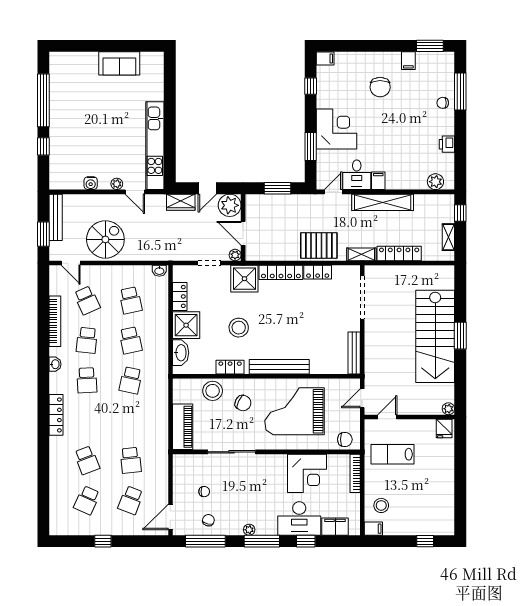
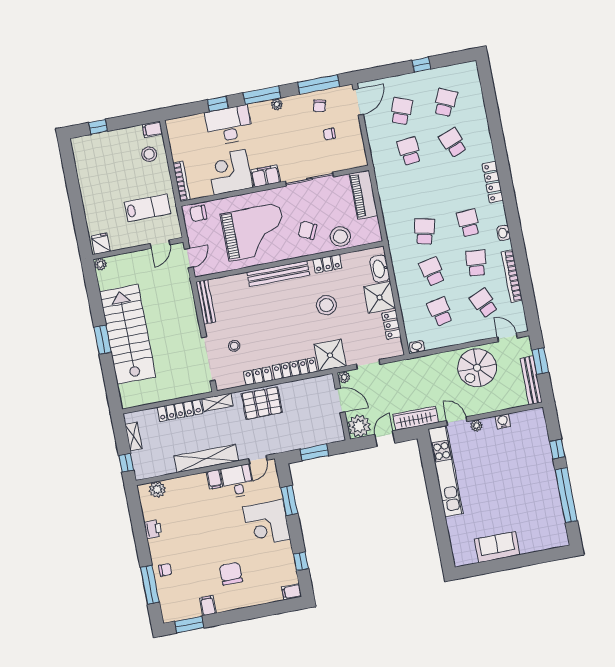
wardrobe: (181, 202) -> (416, 418), width x1.50
stool: (335, 305) -> (234, 346), added
filing cabinet: (335, 527) -> (266, 176), moved, turned 180

